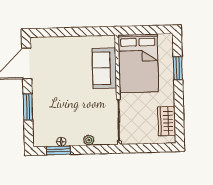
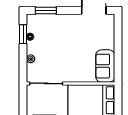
sofa: (104, 68) -> (105, 66), moved, turned -90
window: (28, 107) -> (46, 11), moved

